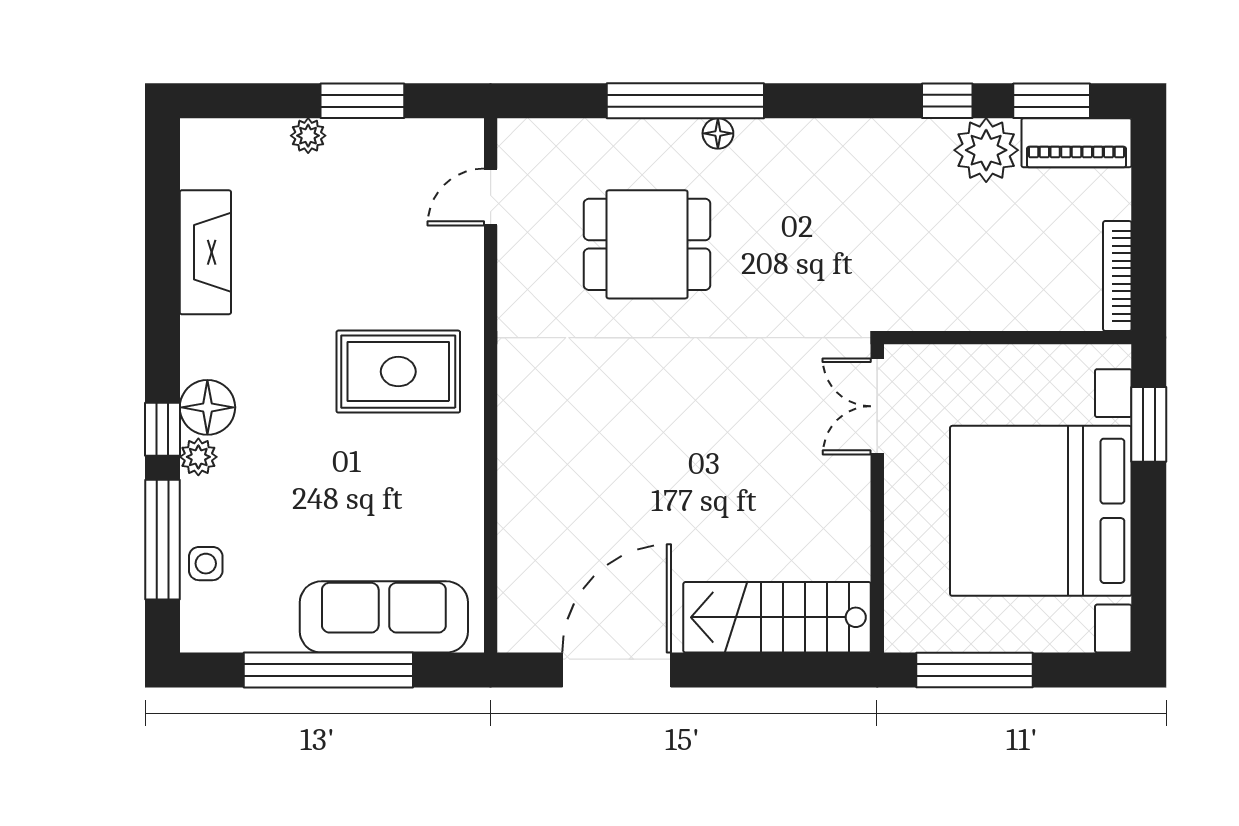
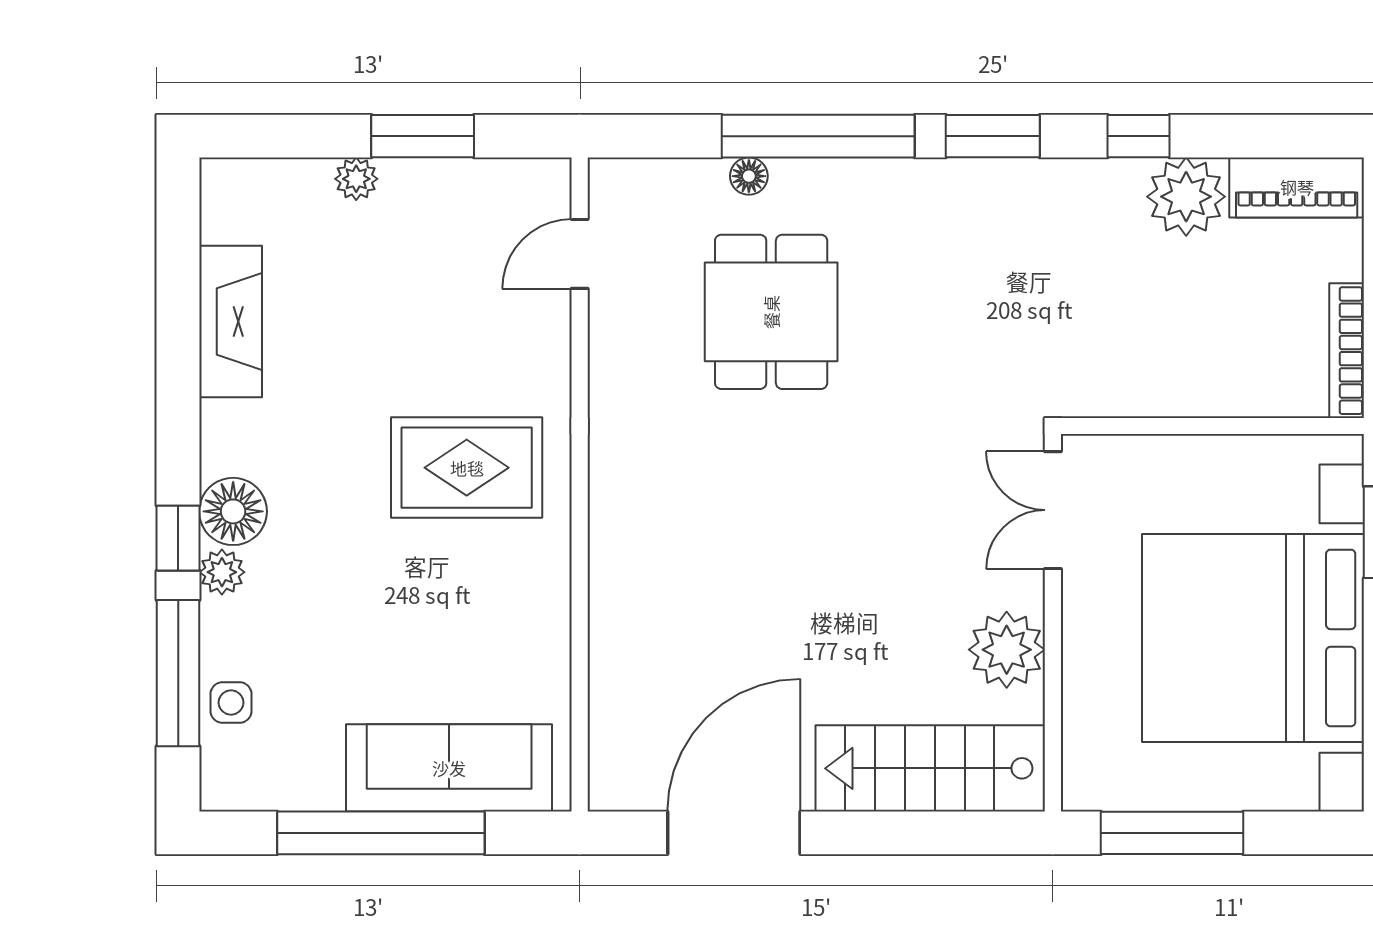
window: (1052, 101) -> (993, 136), moved
floor lamp: (718, 133) -> (749, 176), moved
dining table: (647, 244) -> (771, 312), turned 90
plant: (840, 520) -> (1007, 650), added

